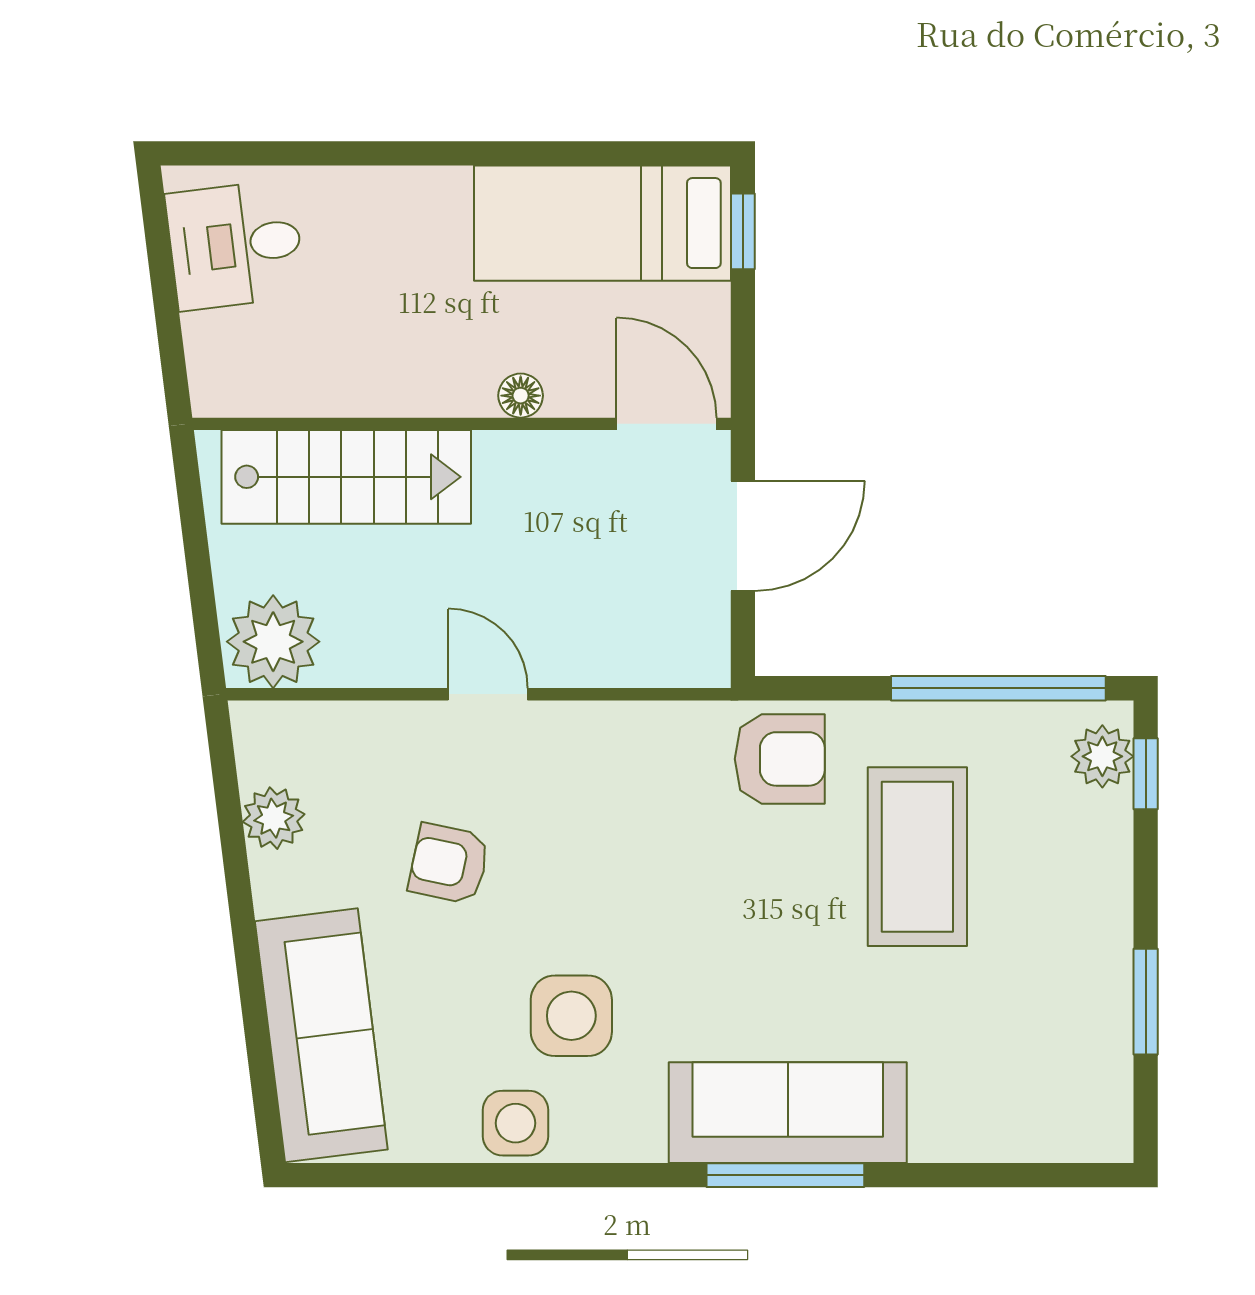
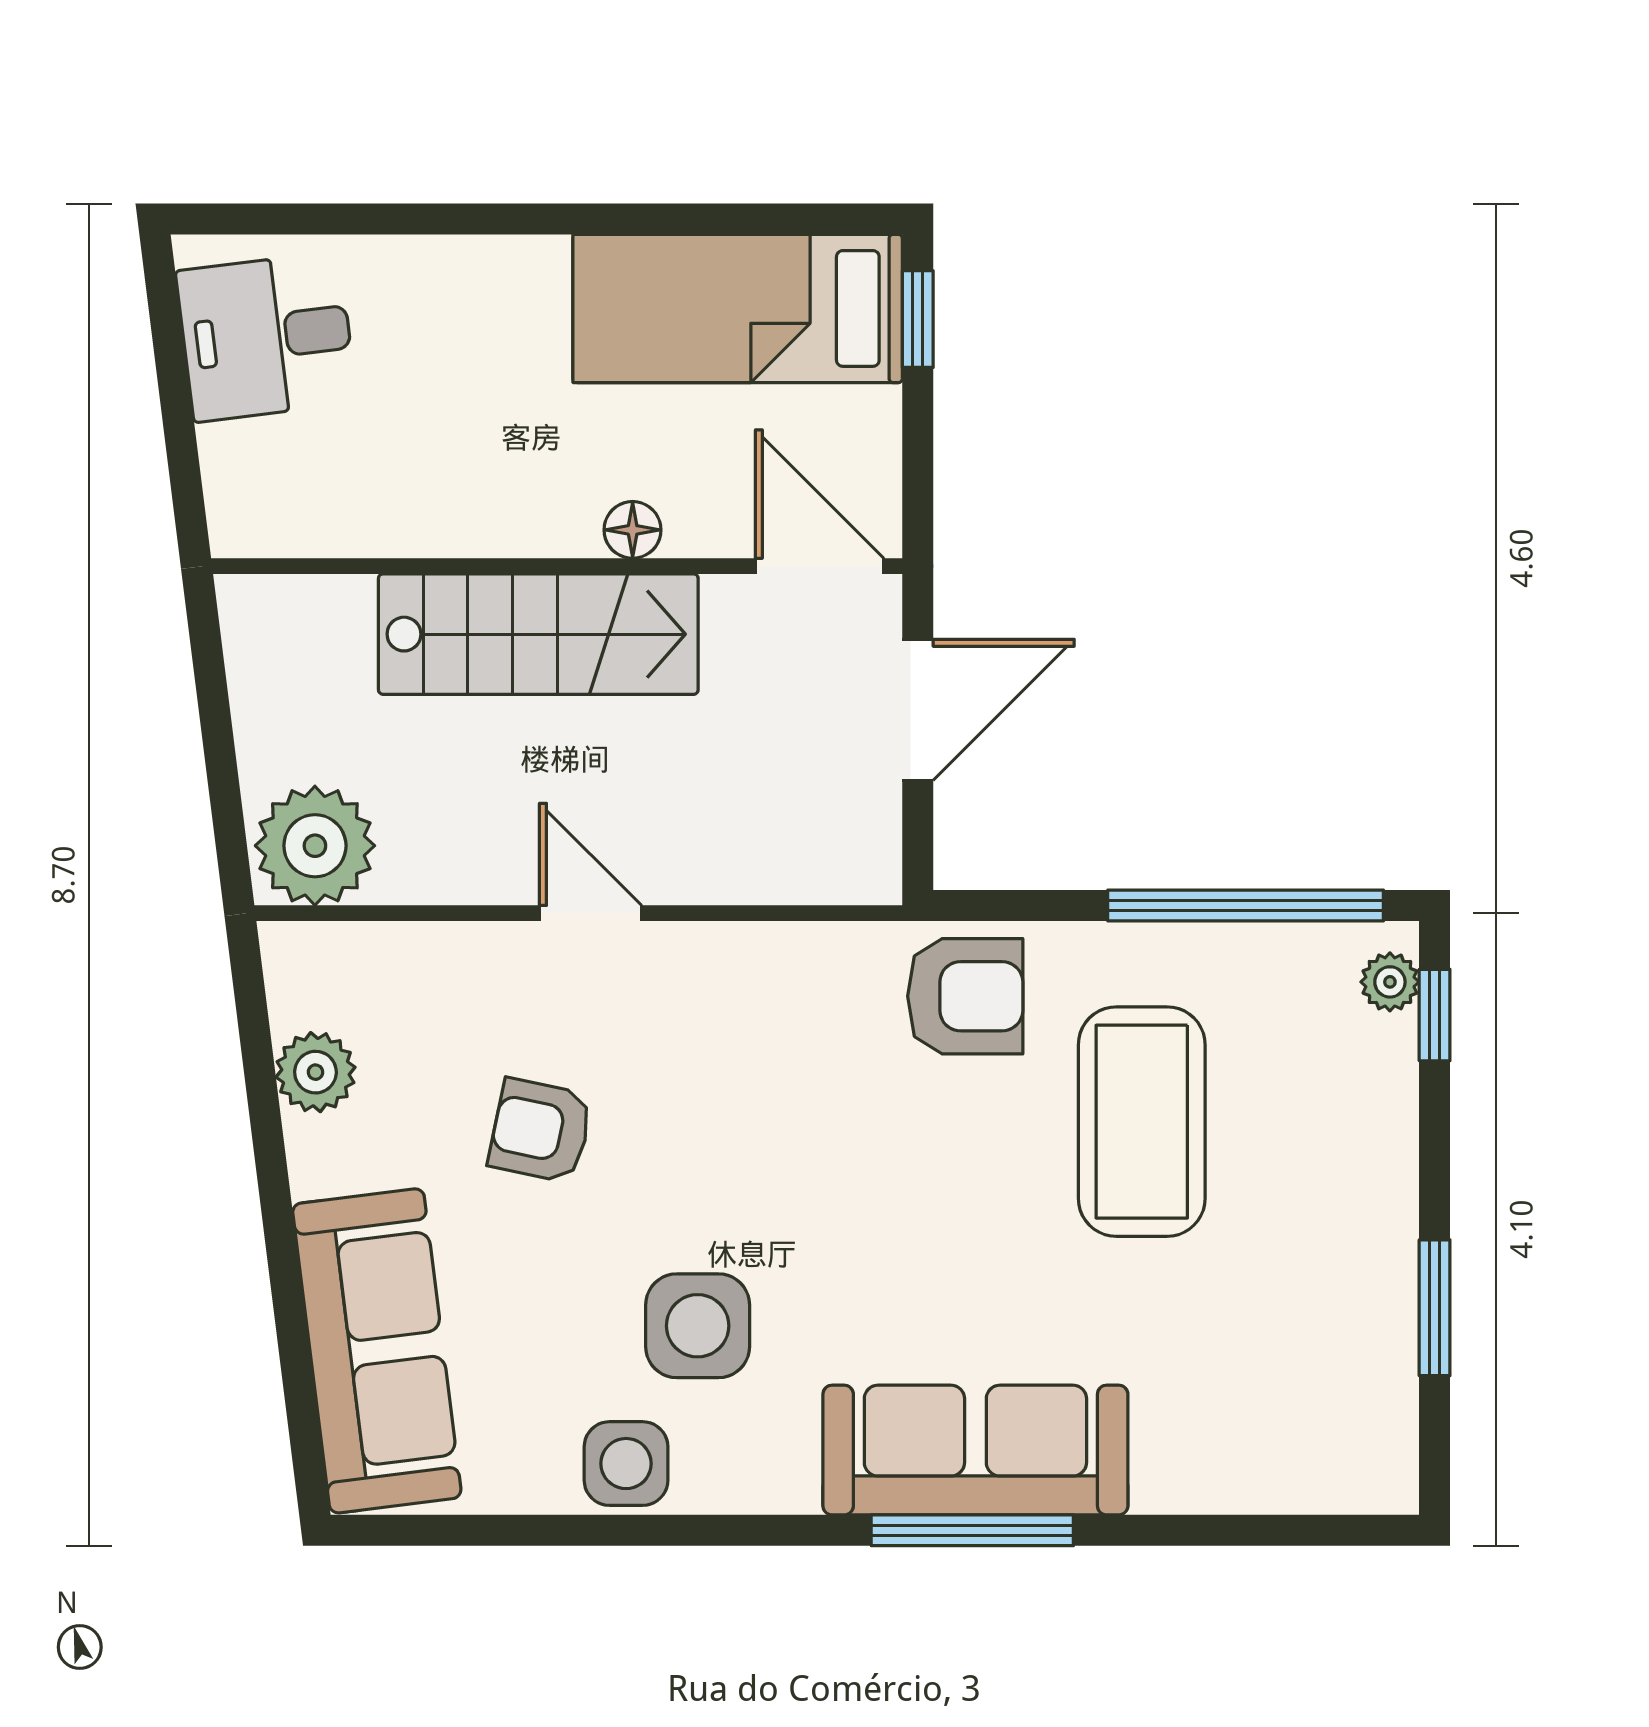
stairs: (346, 477) -> (538, 634), moved
plant: (1102, 756) -> (1390, 982), width x0.73, depth x0.73

